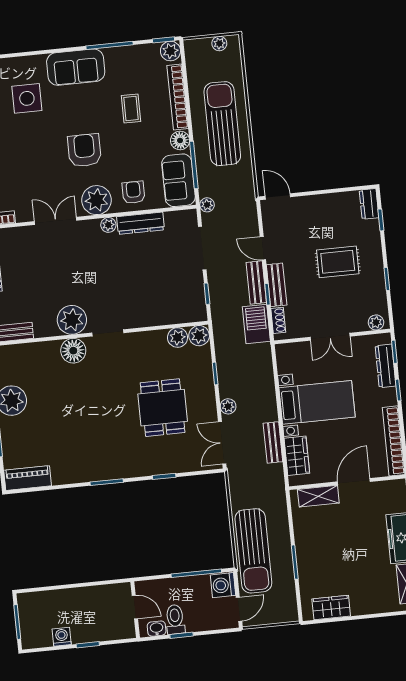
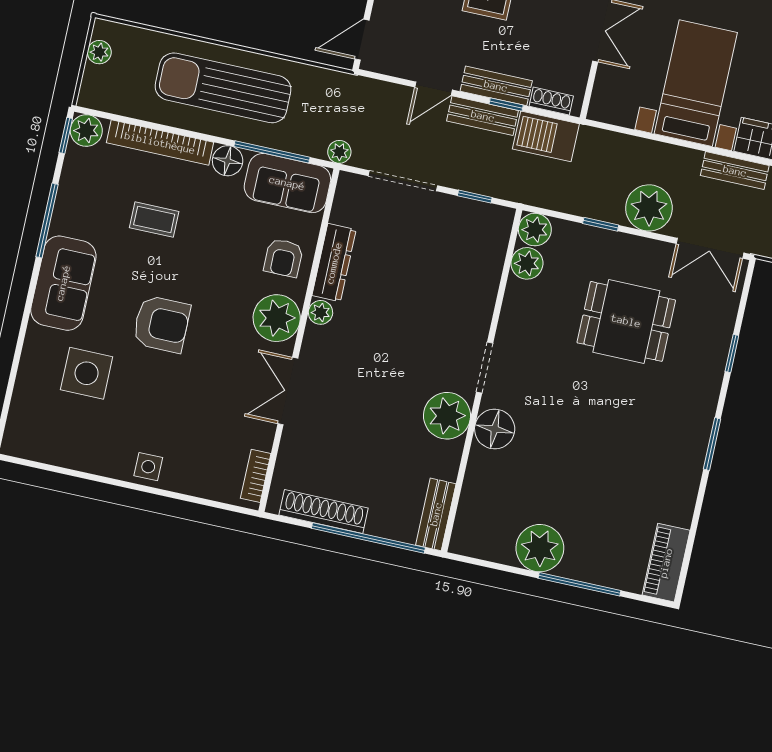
armchair: (84, 150) -> (161, 324), moved, turned 180
armchair: (133, 192) -> (283, 258), turned -90
plant: (228, 406) -> (649, 208), width x1.87, depth x1.87

